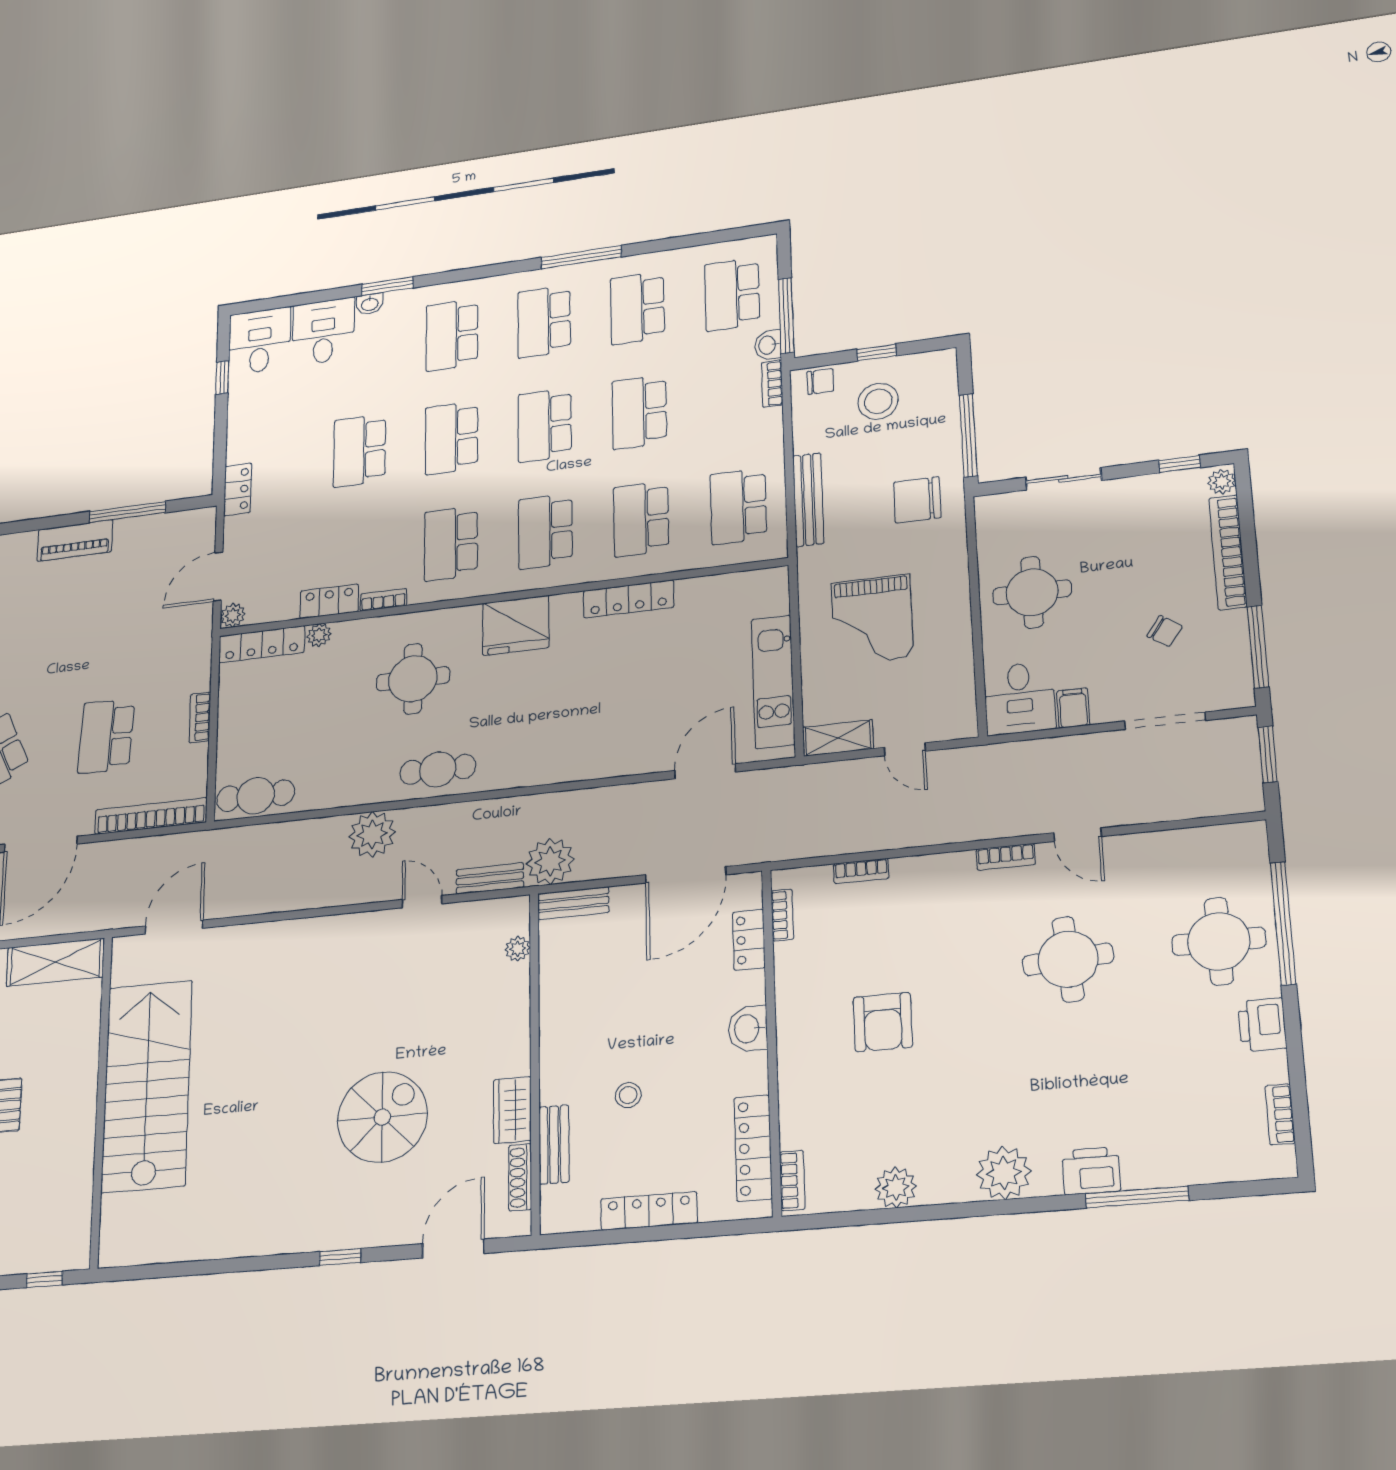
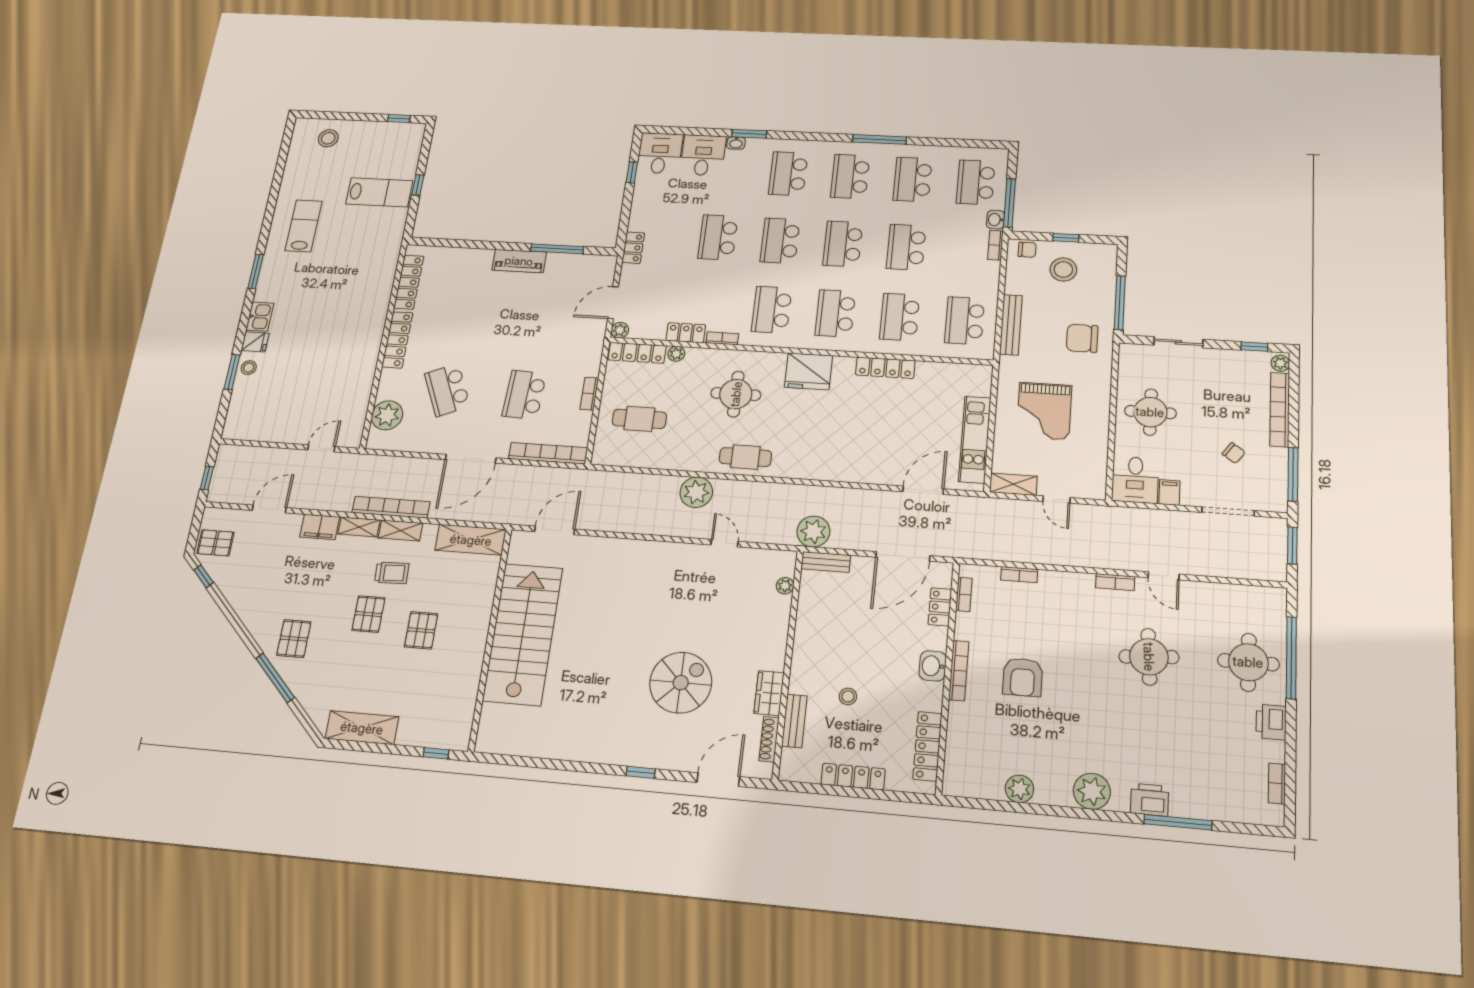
cafe table: (256, 796) -> (639, 419), moved
bench: (490, 878) -> (772, 536), removed
bookcase: (792, 1180) -> (959, 671), moved, width x1.56

